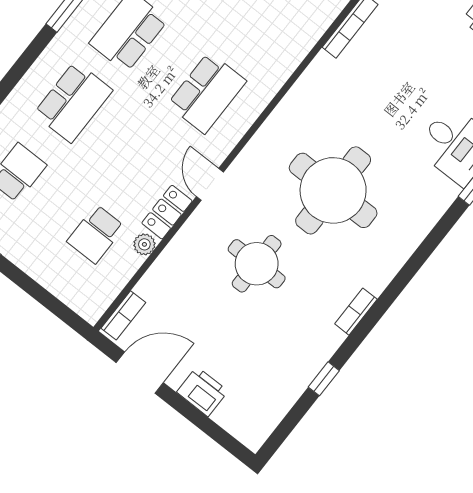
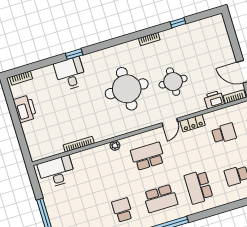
school desk: (73, 102) -> (199, 187), turned -90
plant: (144, 244) -> (115, 146), moved
printer: (202, 392) -> (214, 100), moved, turned 90

